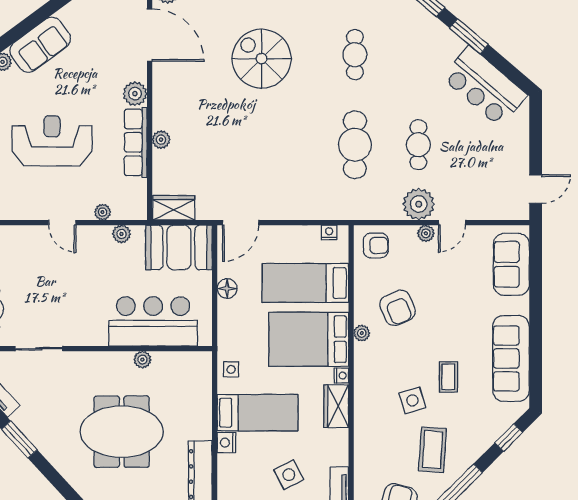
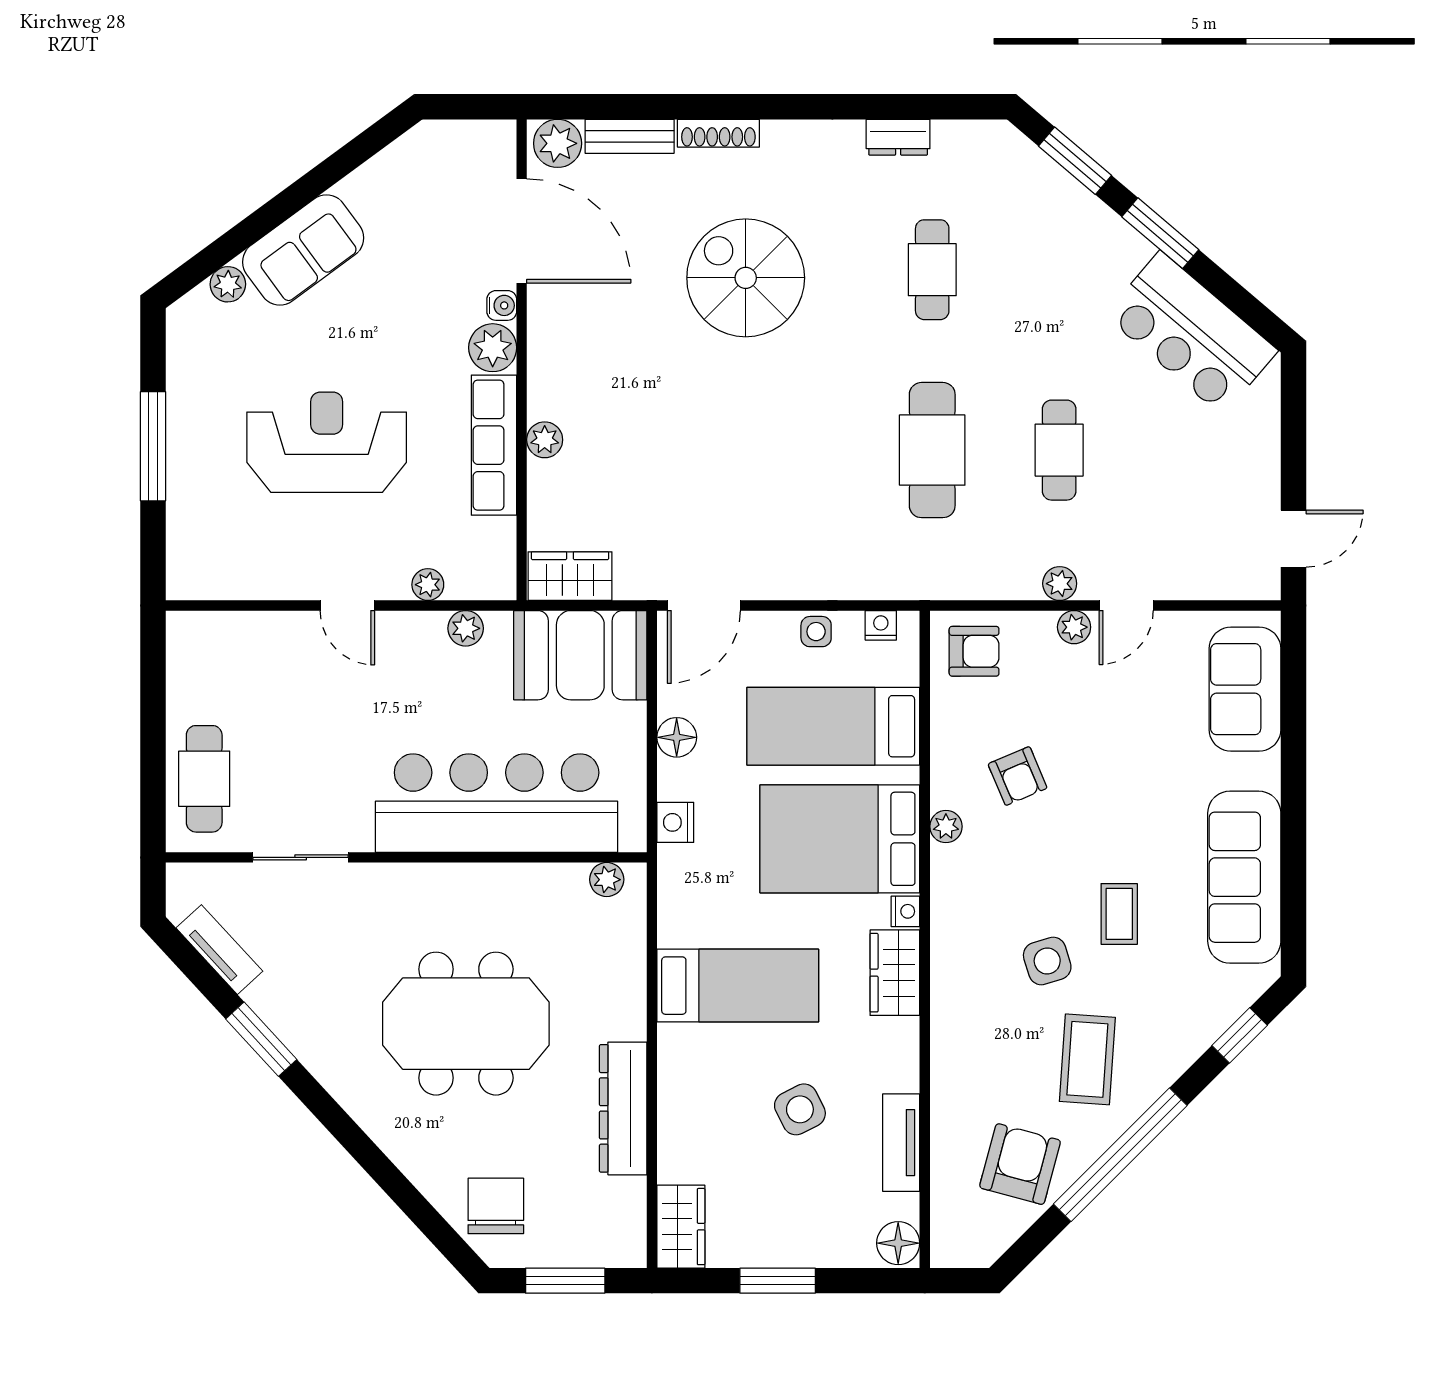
water cooler: (140, 72) -> (502, 305), added
plant: (419, 204) -> (1060, 584), width x0.53, depth x0.53
armchair: (398, 308) -> (1018, 776), width x0.72, depth x0.72
bar counter: (153, 321) -> (497, 803), width x1.36
plant: (142, 360) -> (607, 880), moved
side table: (231, 369) -> (816, 632), moved
nightstand: (226, 443) -> (675, 822), moved

